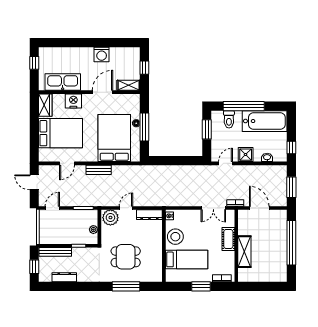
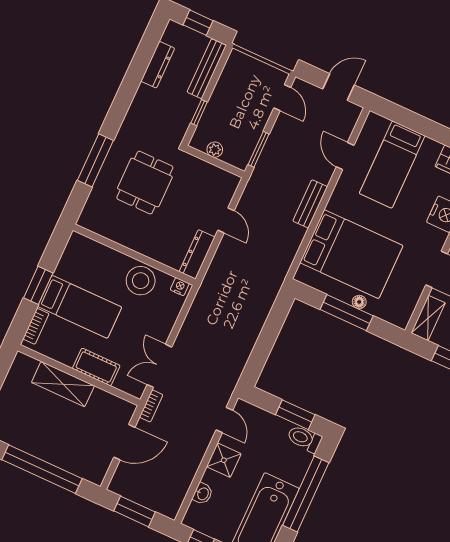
toilet: (229, 119) -> (304, 439), moved
bed: (61, 133) -> (392, 165), width x0.67
plant: (110, 218) -> (222, 187), removed
bed: (187, 259) -> (80, 307), moved, turned -90

